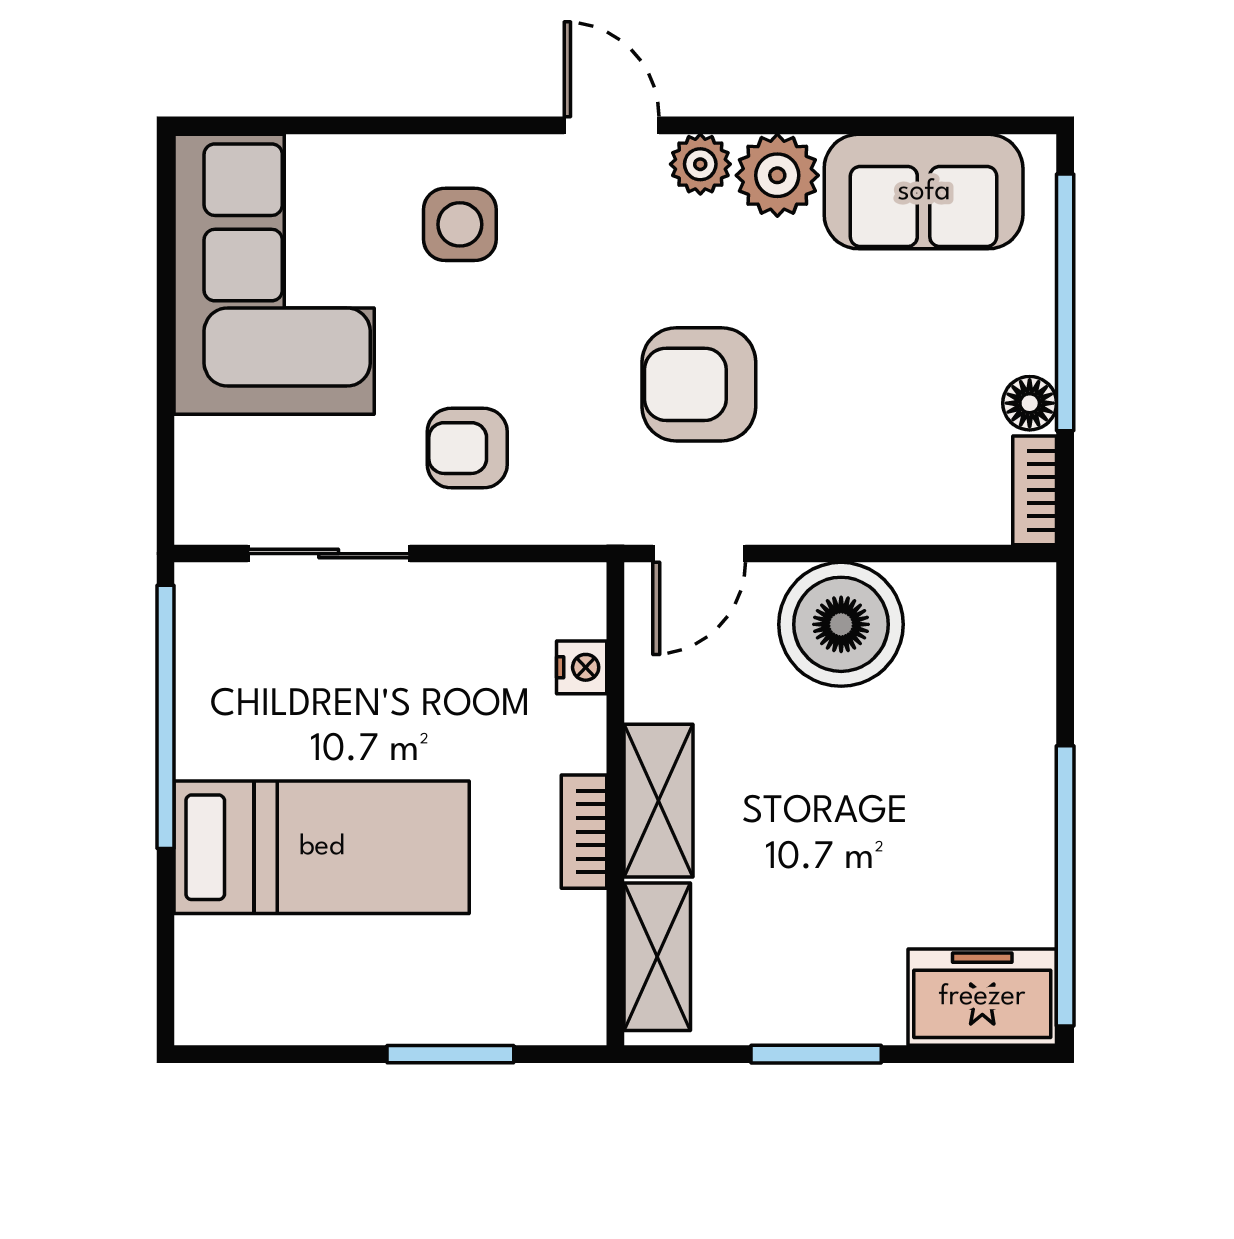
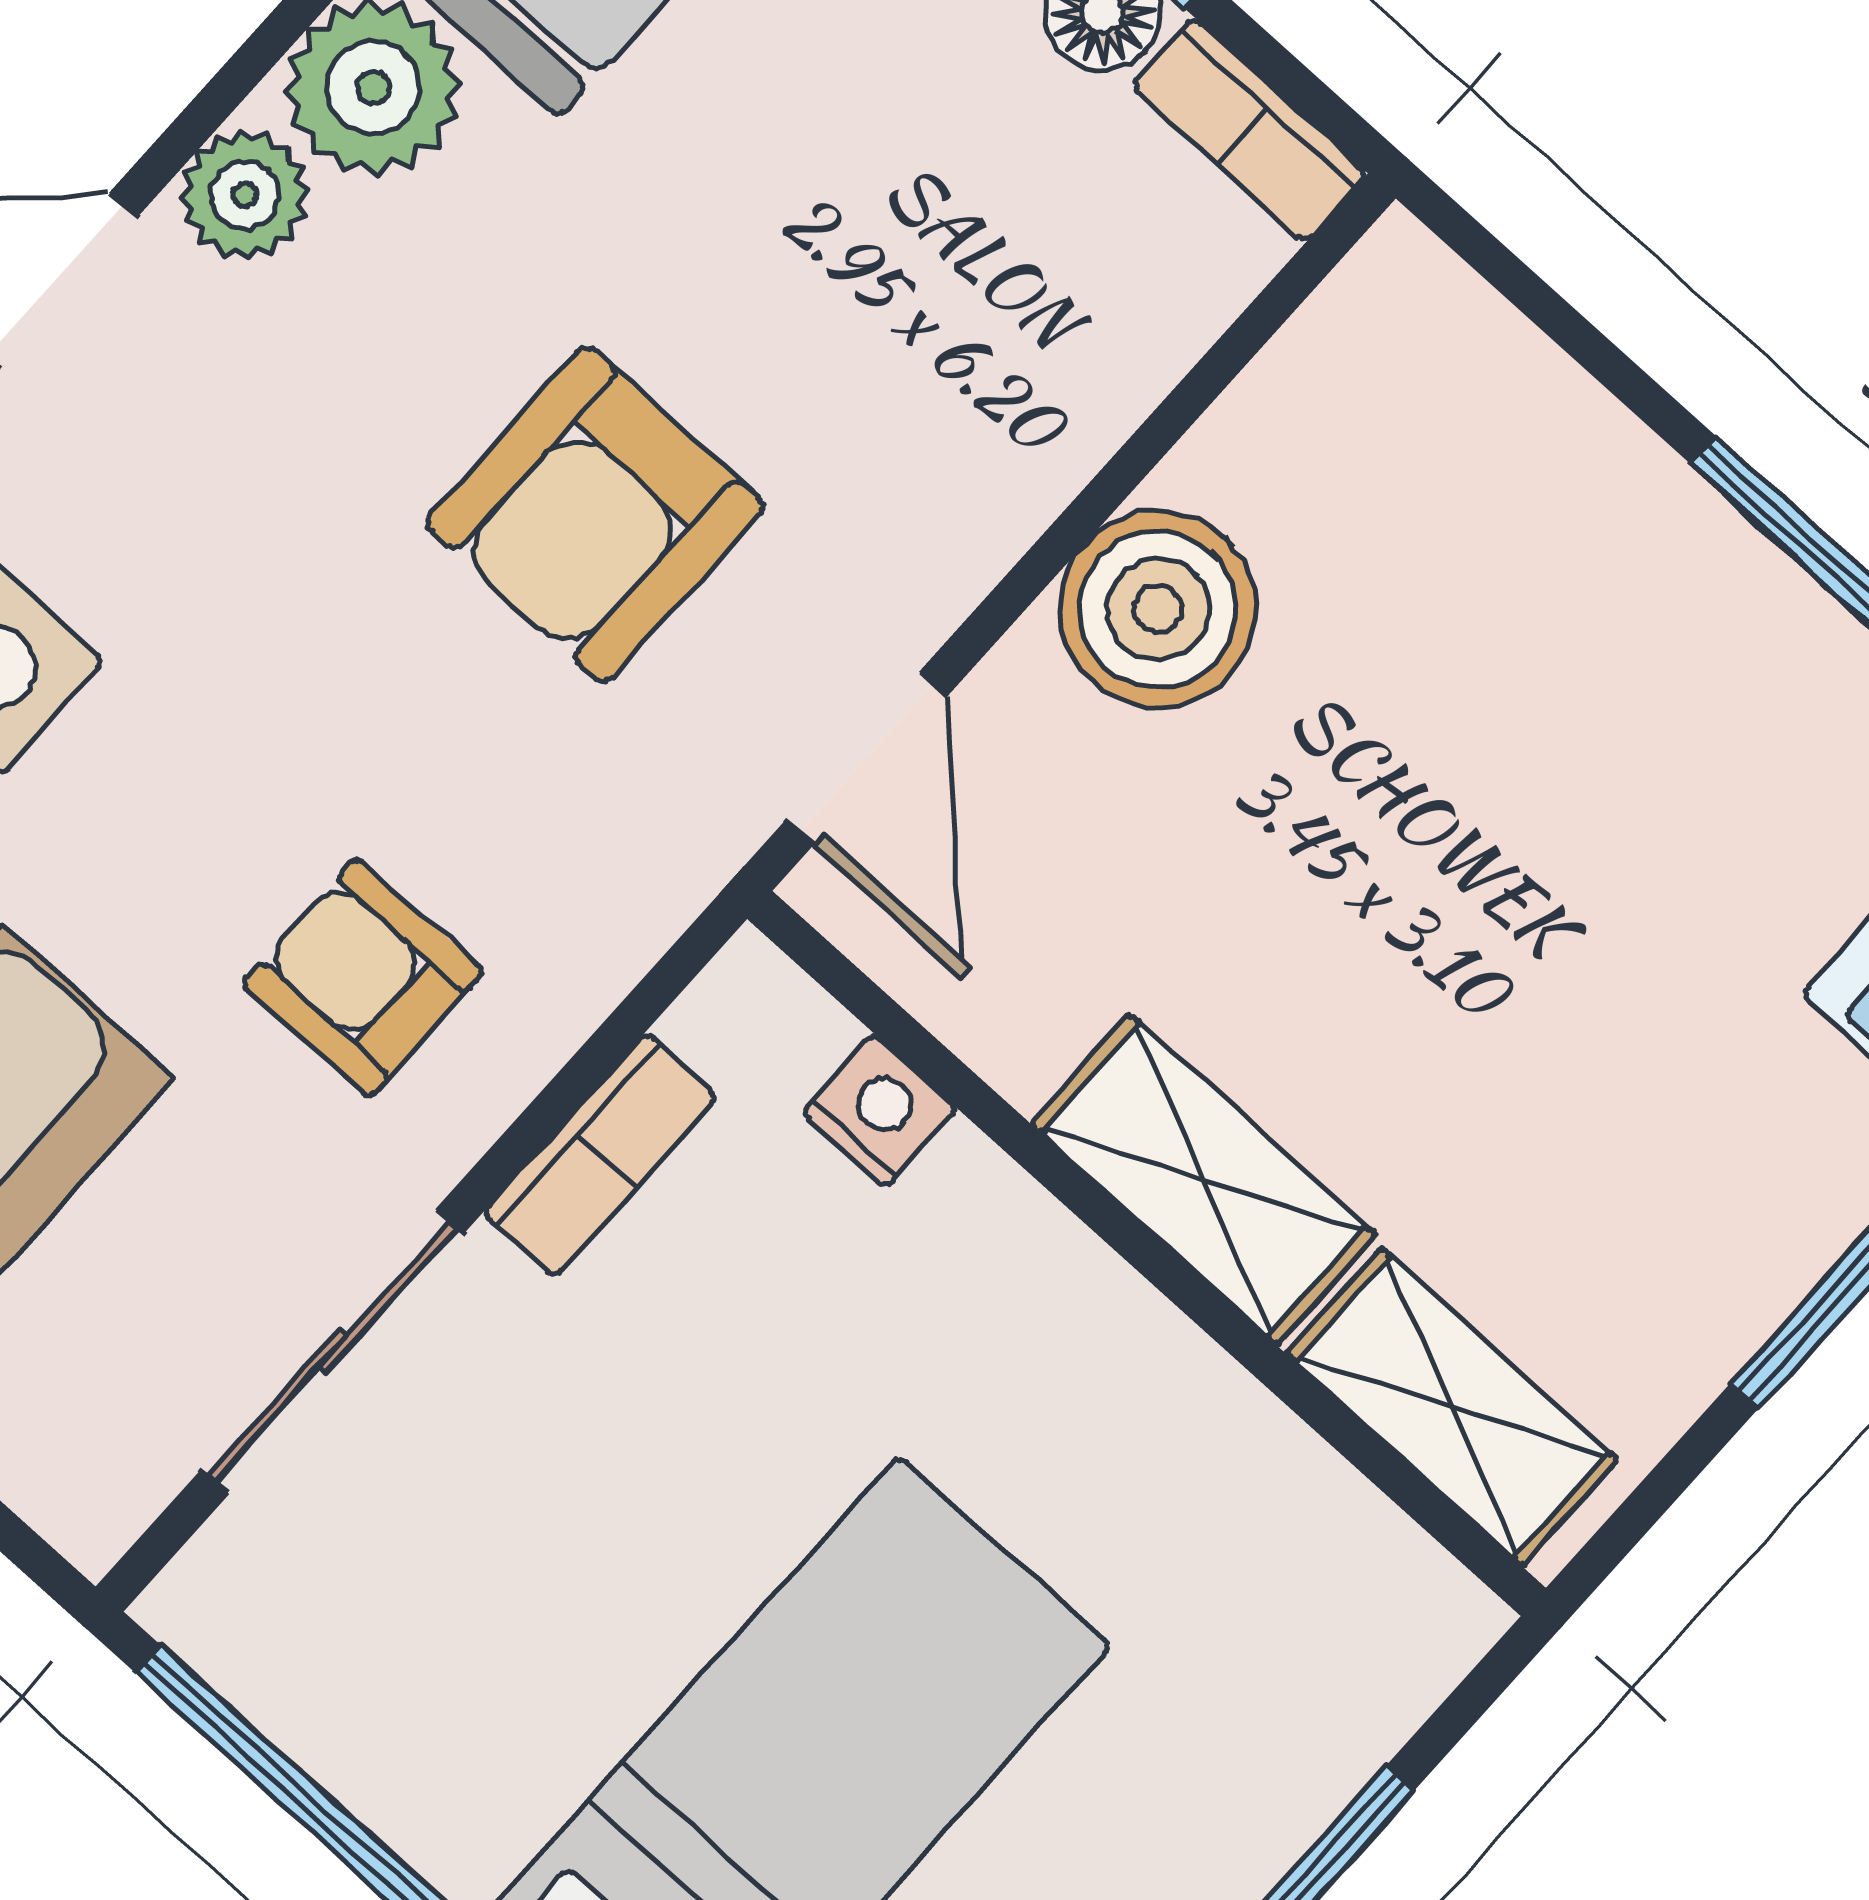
armchair: (467, 448) -> (363, 978), turned 90
boiler: (841, 624) -> (1158, 609), width x0.73, depth x0.73
bookcase: (584, 832) -> (600, 1155), moved, turned -90

